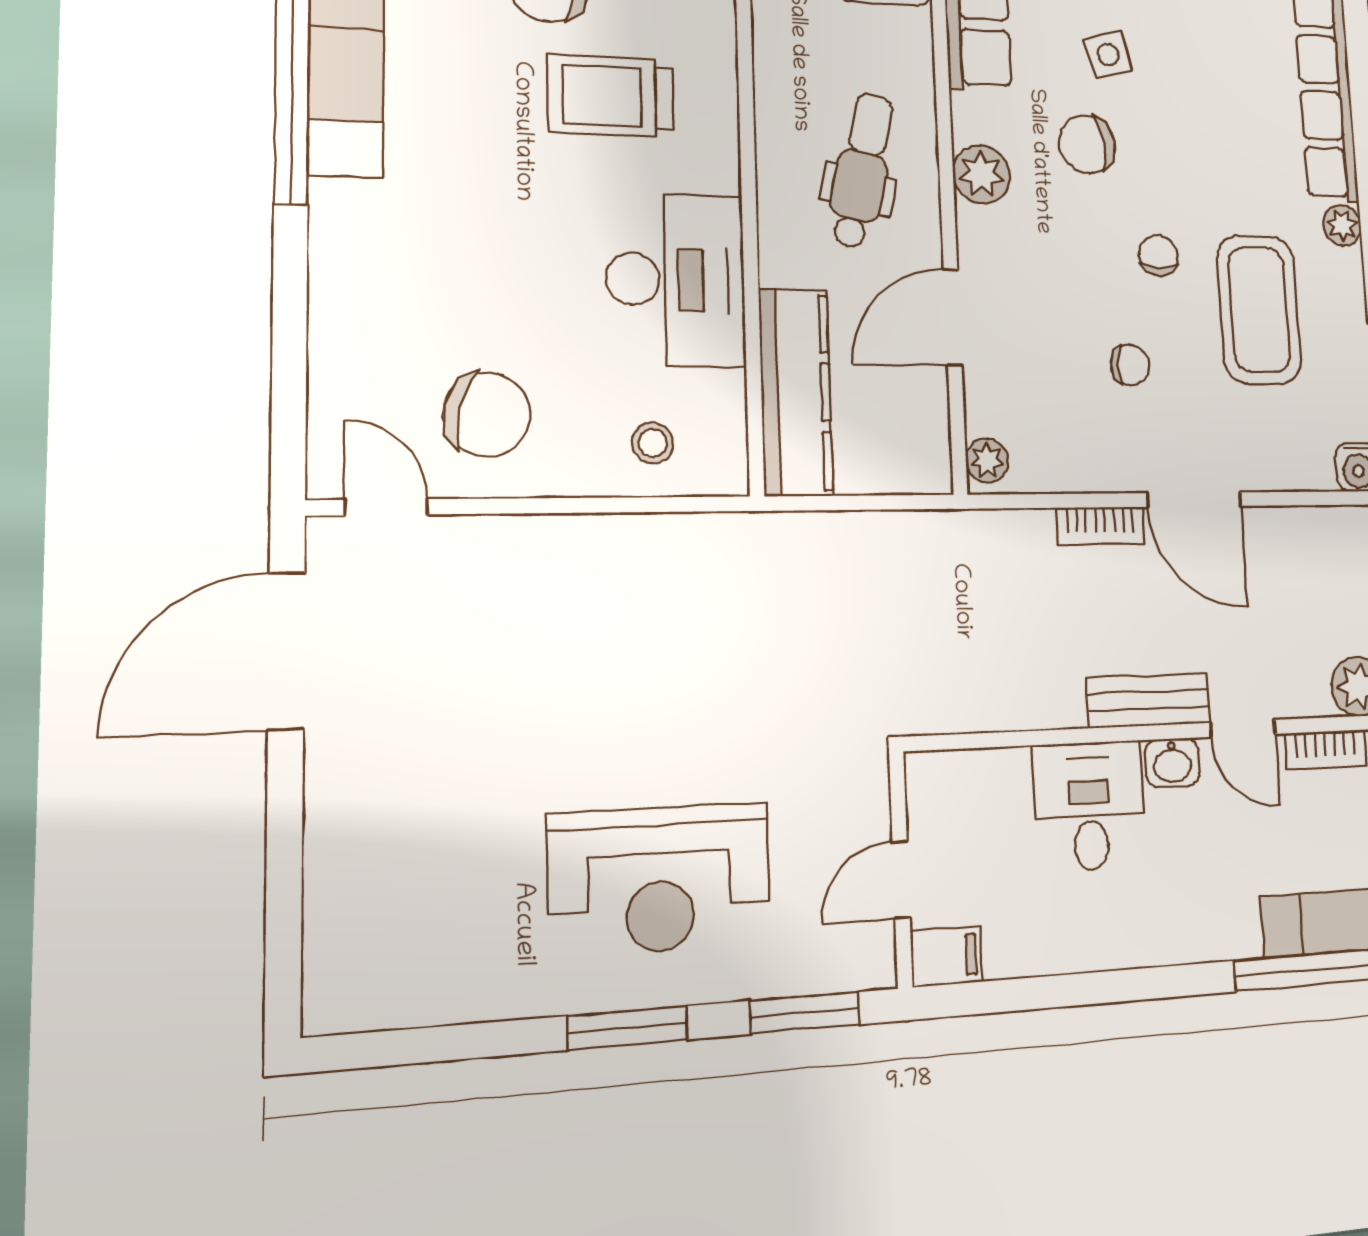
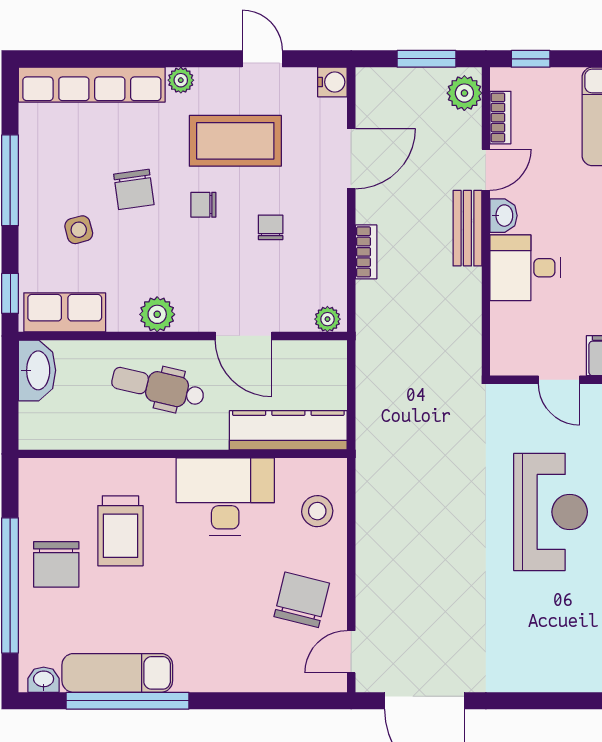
chair: (1087, 144) -> (134, 189), moved
stool: (653, 443) -> (317, 511), width x1.37, depth x1.37
door: (1194, 500) -> (351, 159), moved

